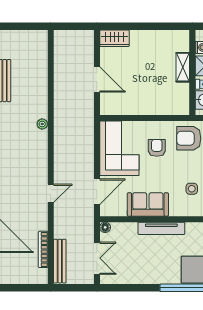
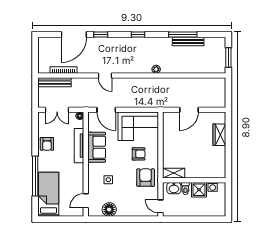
window: (26, 26) -> (228, 58), added
wardrobe: (114, 38) -> (219, 135), moved
shelving: (183, 67) -> (174, 173), moved
tv unit: (161, 228) -> (79, 146), moved
armchair: (143, 272) -> (47, 144), added

